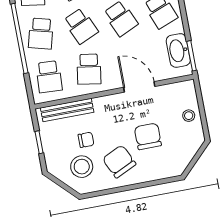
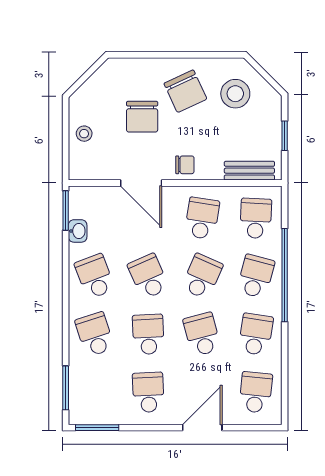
school desk: (81, 26) -> (202, 276), turned 48
washbasin: (178, 50) -> (78, 231), width x0.52, depth x0.69
bench: (67, 110) -> (249, 171), width x0.73
chair: (86, 140) -> (185, 165), moved, turned 180

